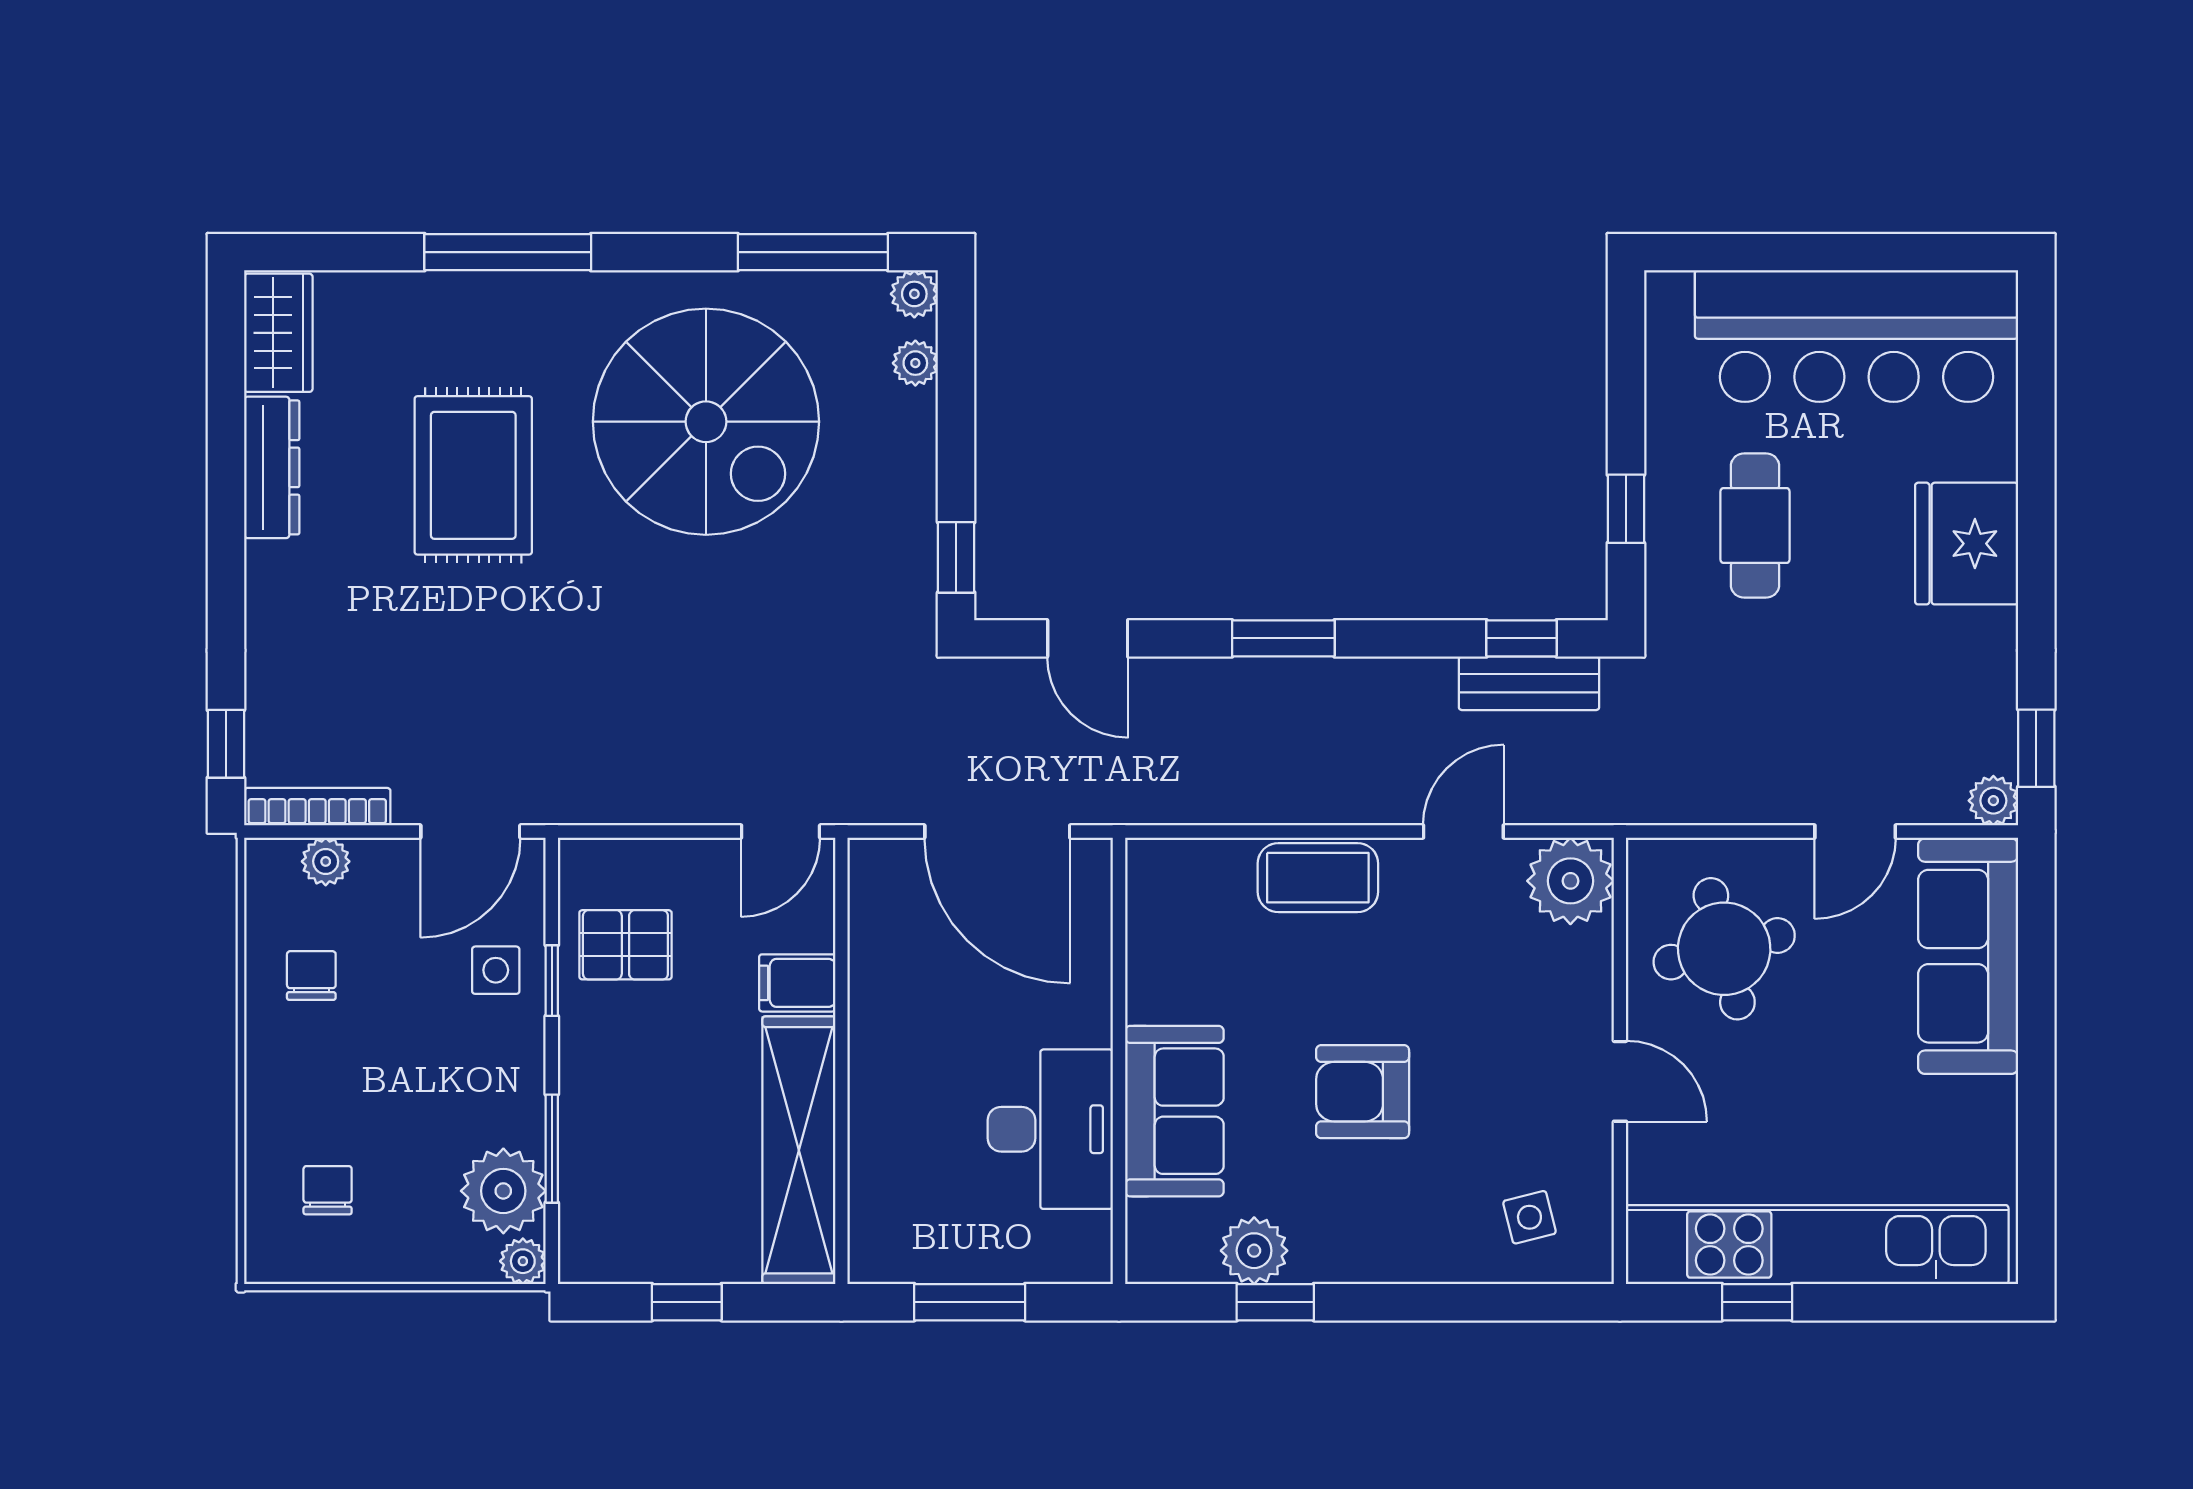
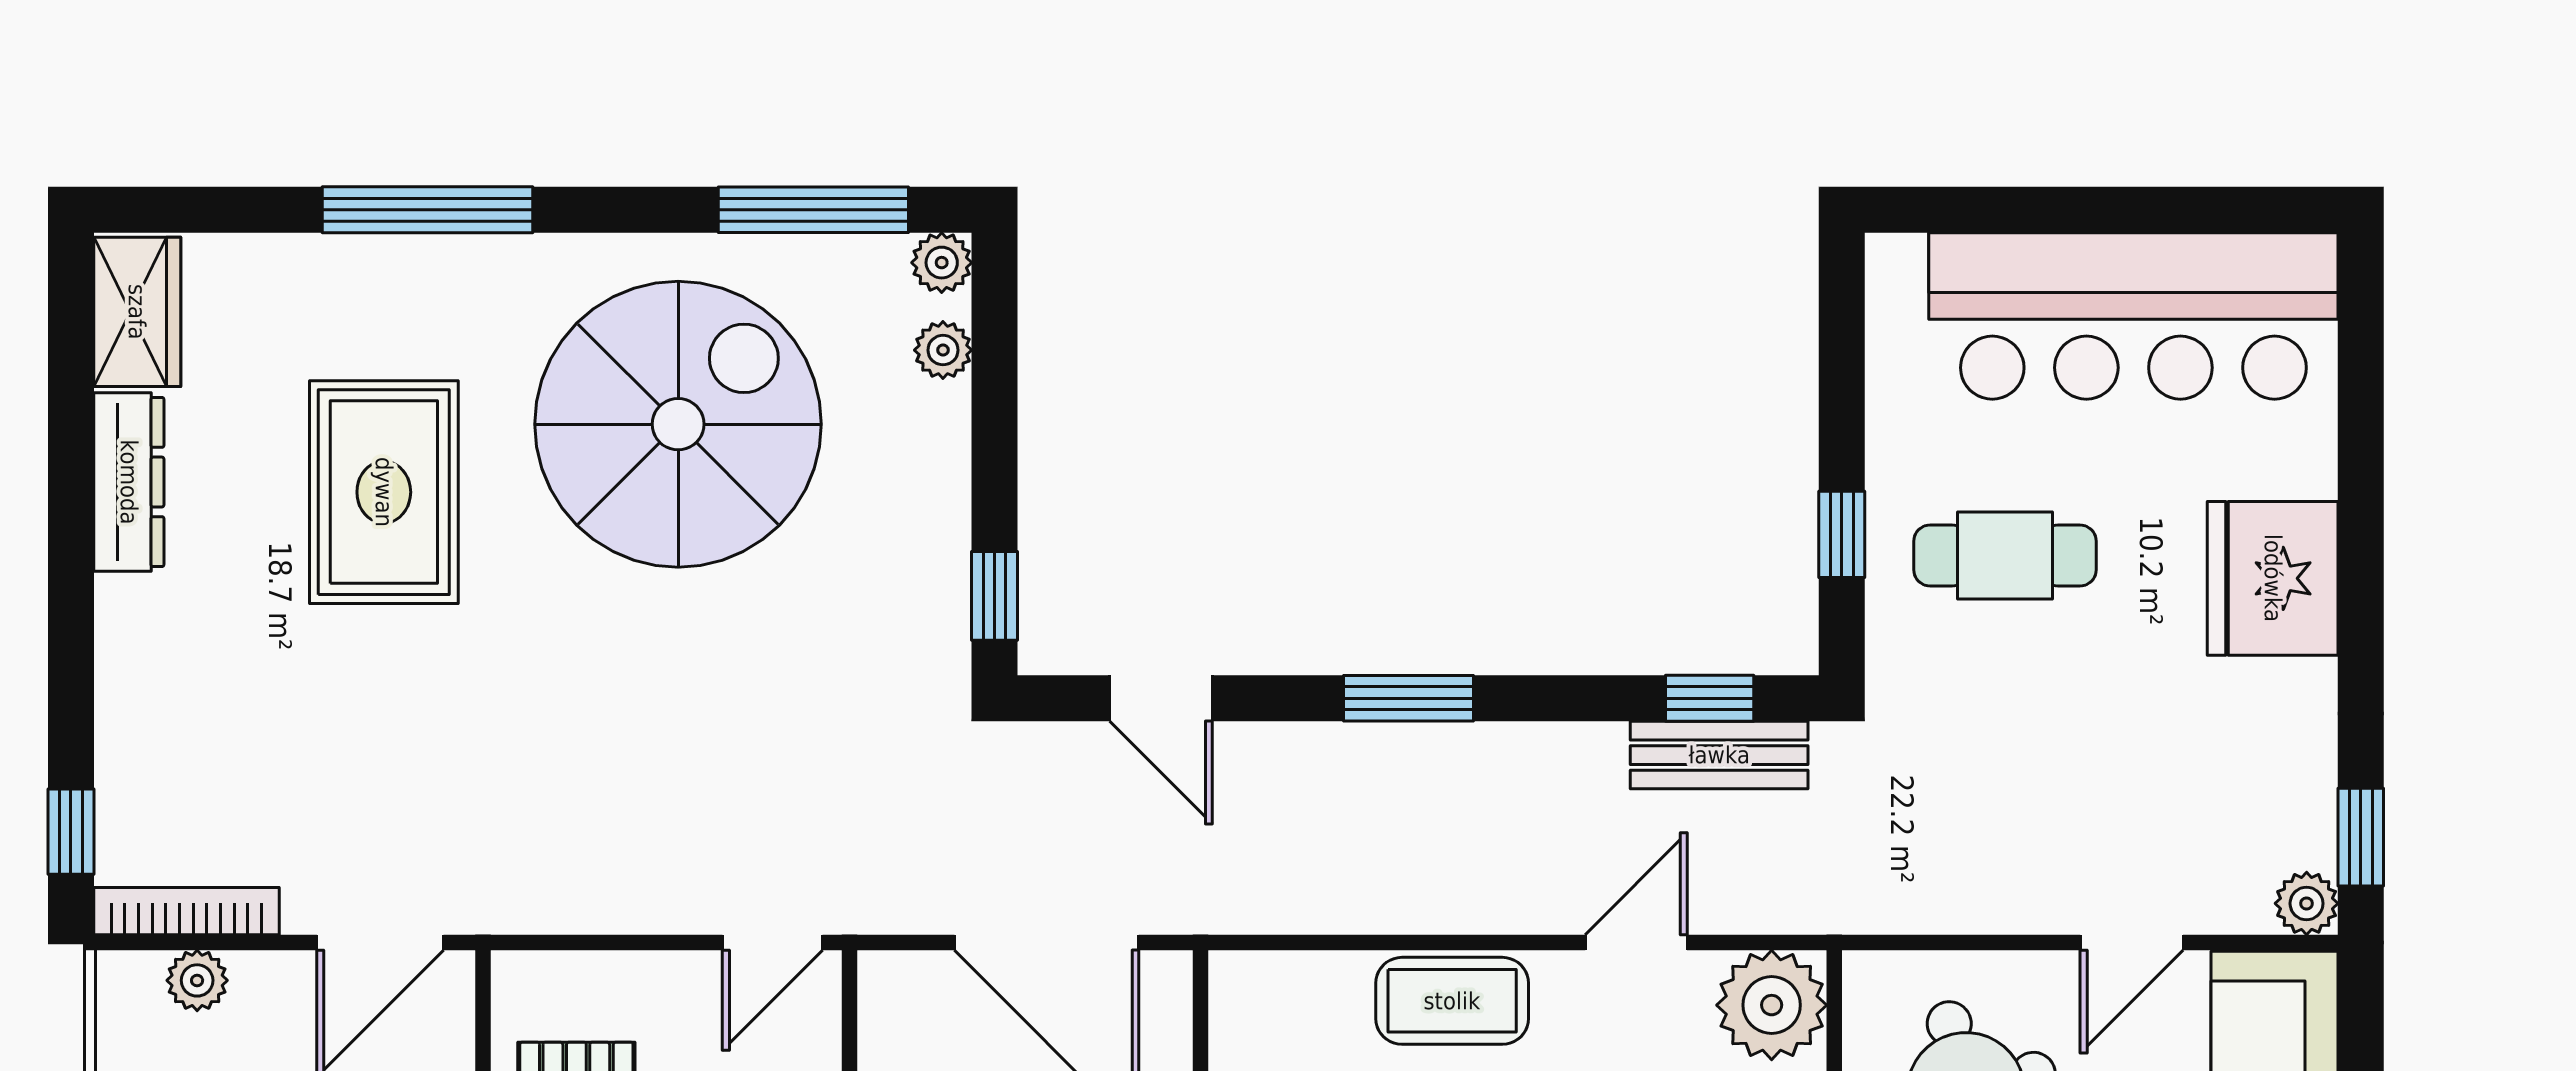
spiral stairs: (706, 422) -> (678, 424), turned -90
cafe table: (1755, 526) -> (2005, 556), turned 90

